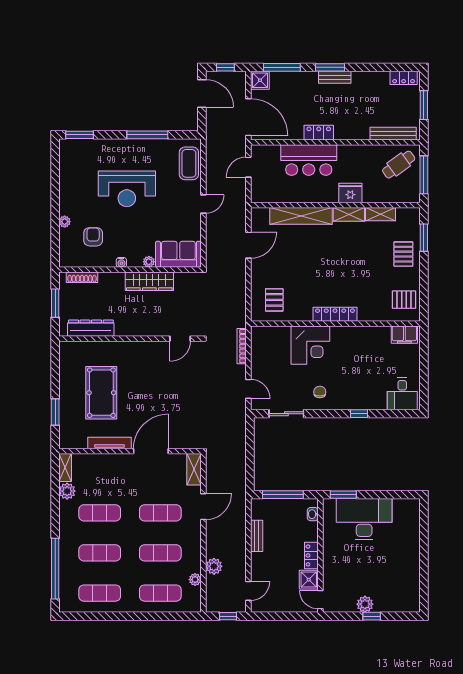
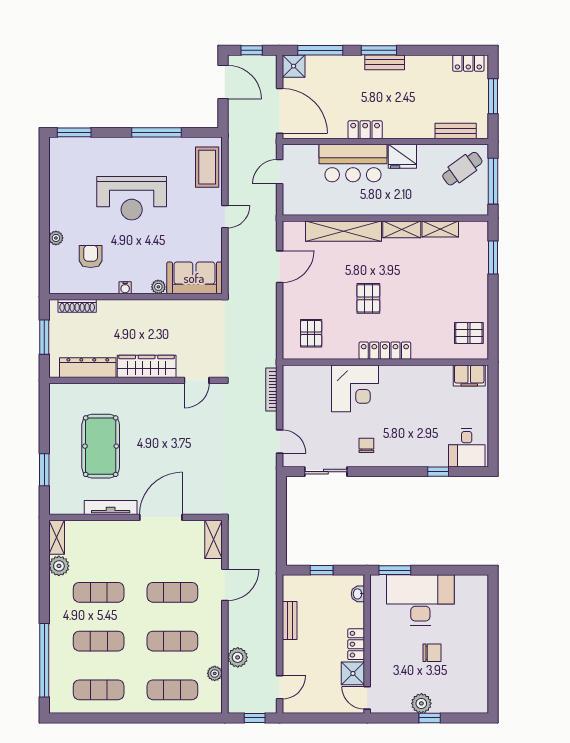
bench: (393, 134) -> (456, 131), width x0.73
fridge: (350, 193) -> (402, 156), moved, turned 180
pallet: (403, 254) -> (368, 298), moved
wardrobe: (149, 281) -> (147, 366), moved, turned 180
window: (359, 414) -> (438, 472), moved
window: (283, 495) -> (322, 570), width x0.46
chair: (374, 562) -> (432, 653), added

